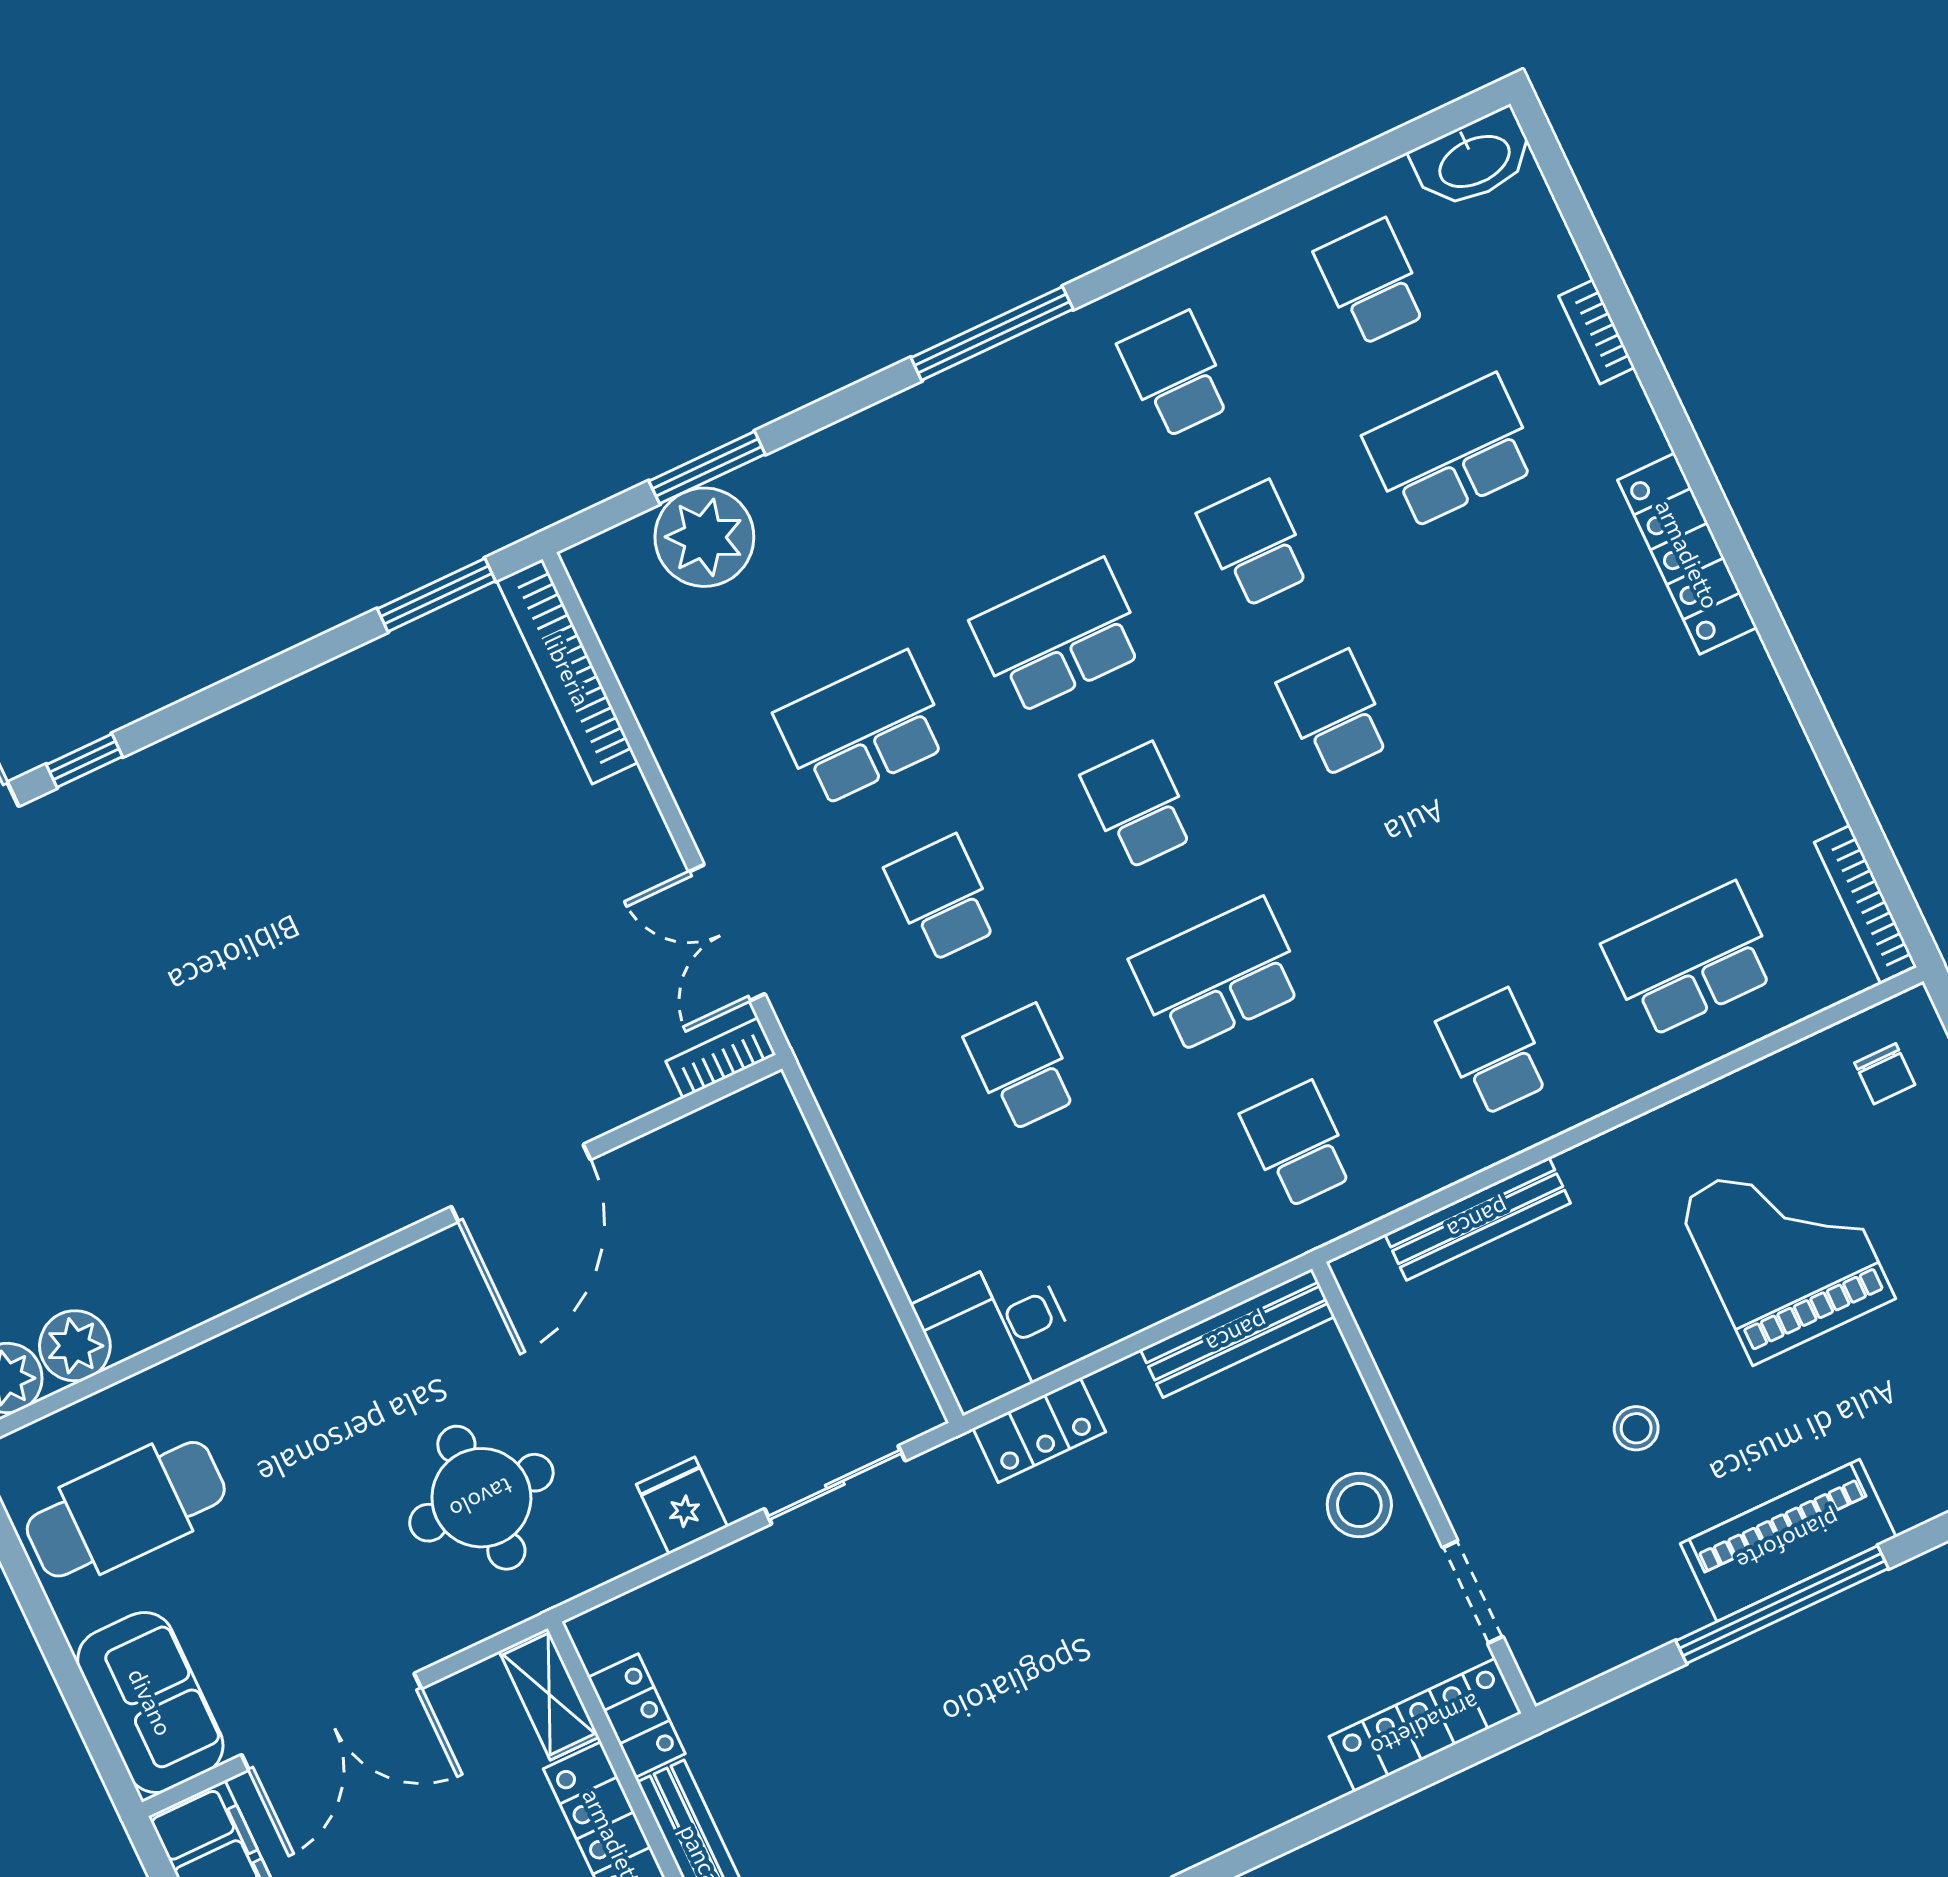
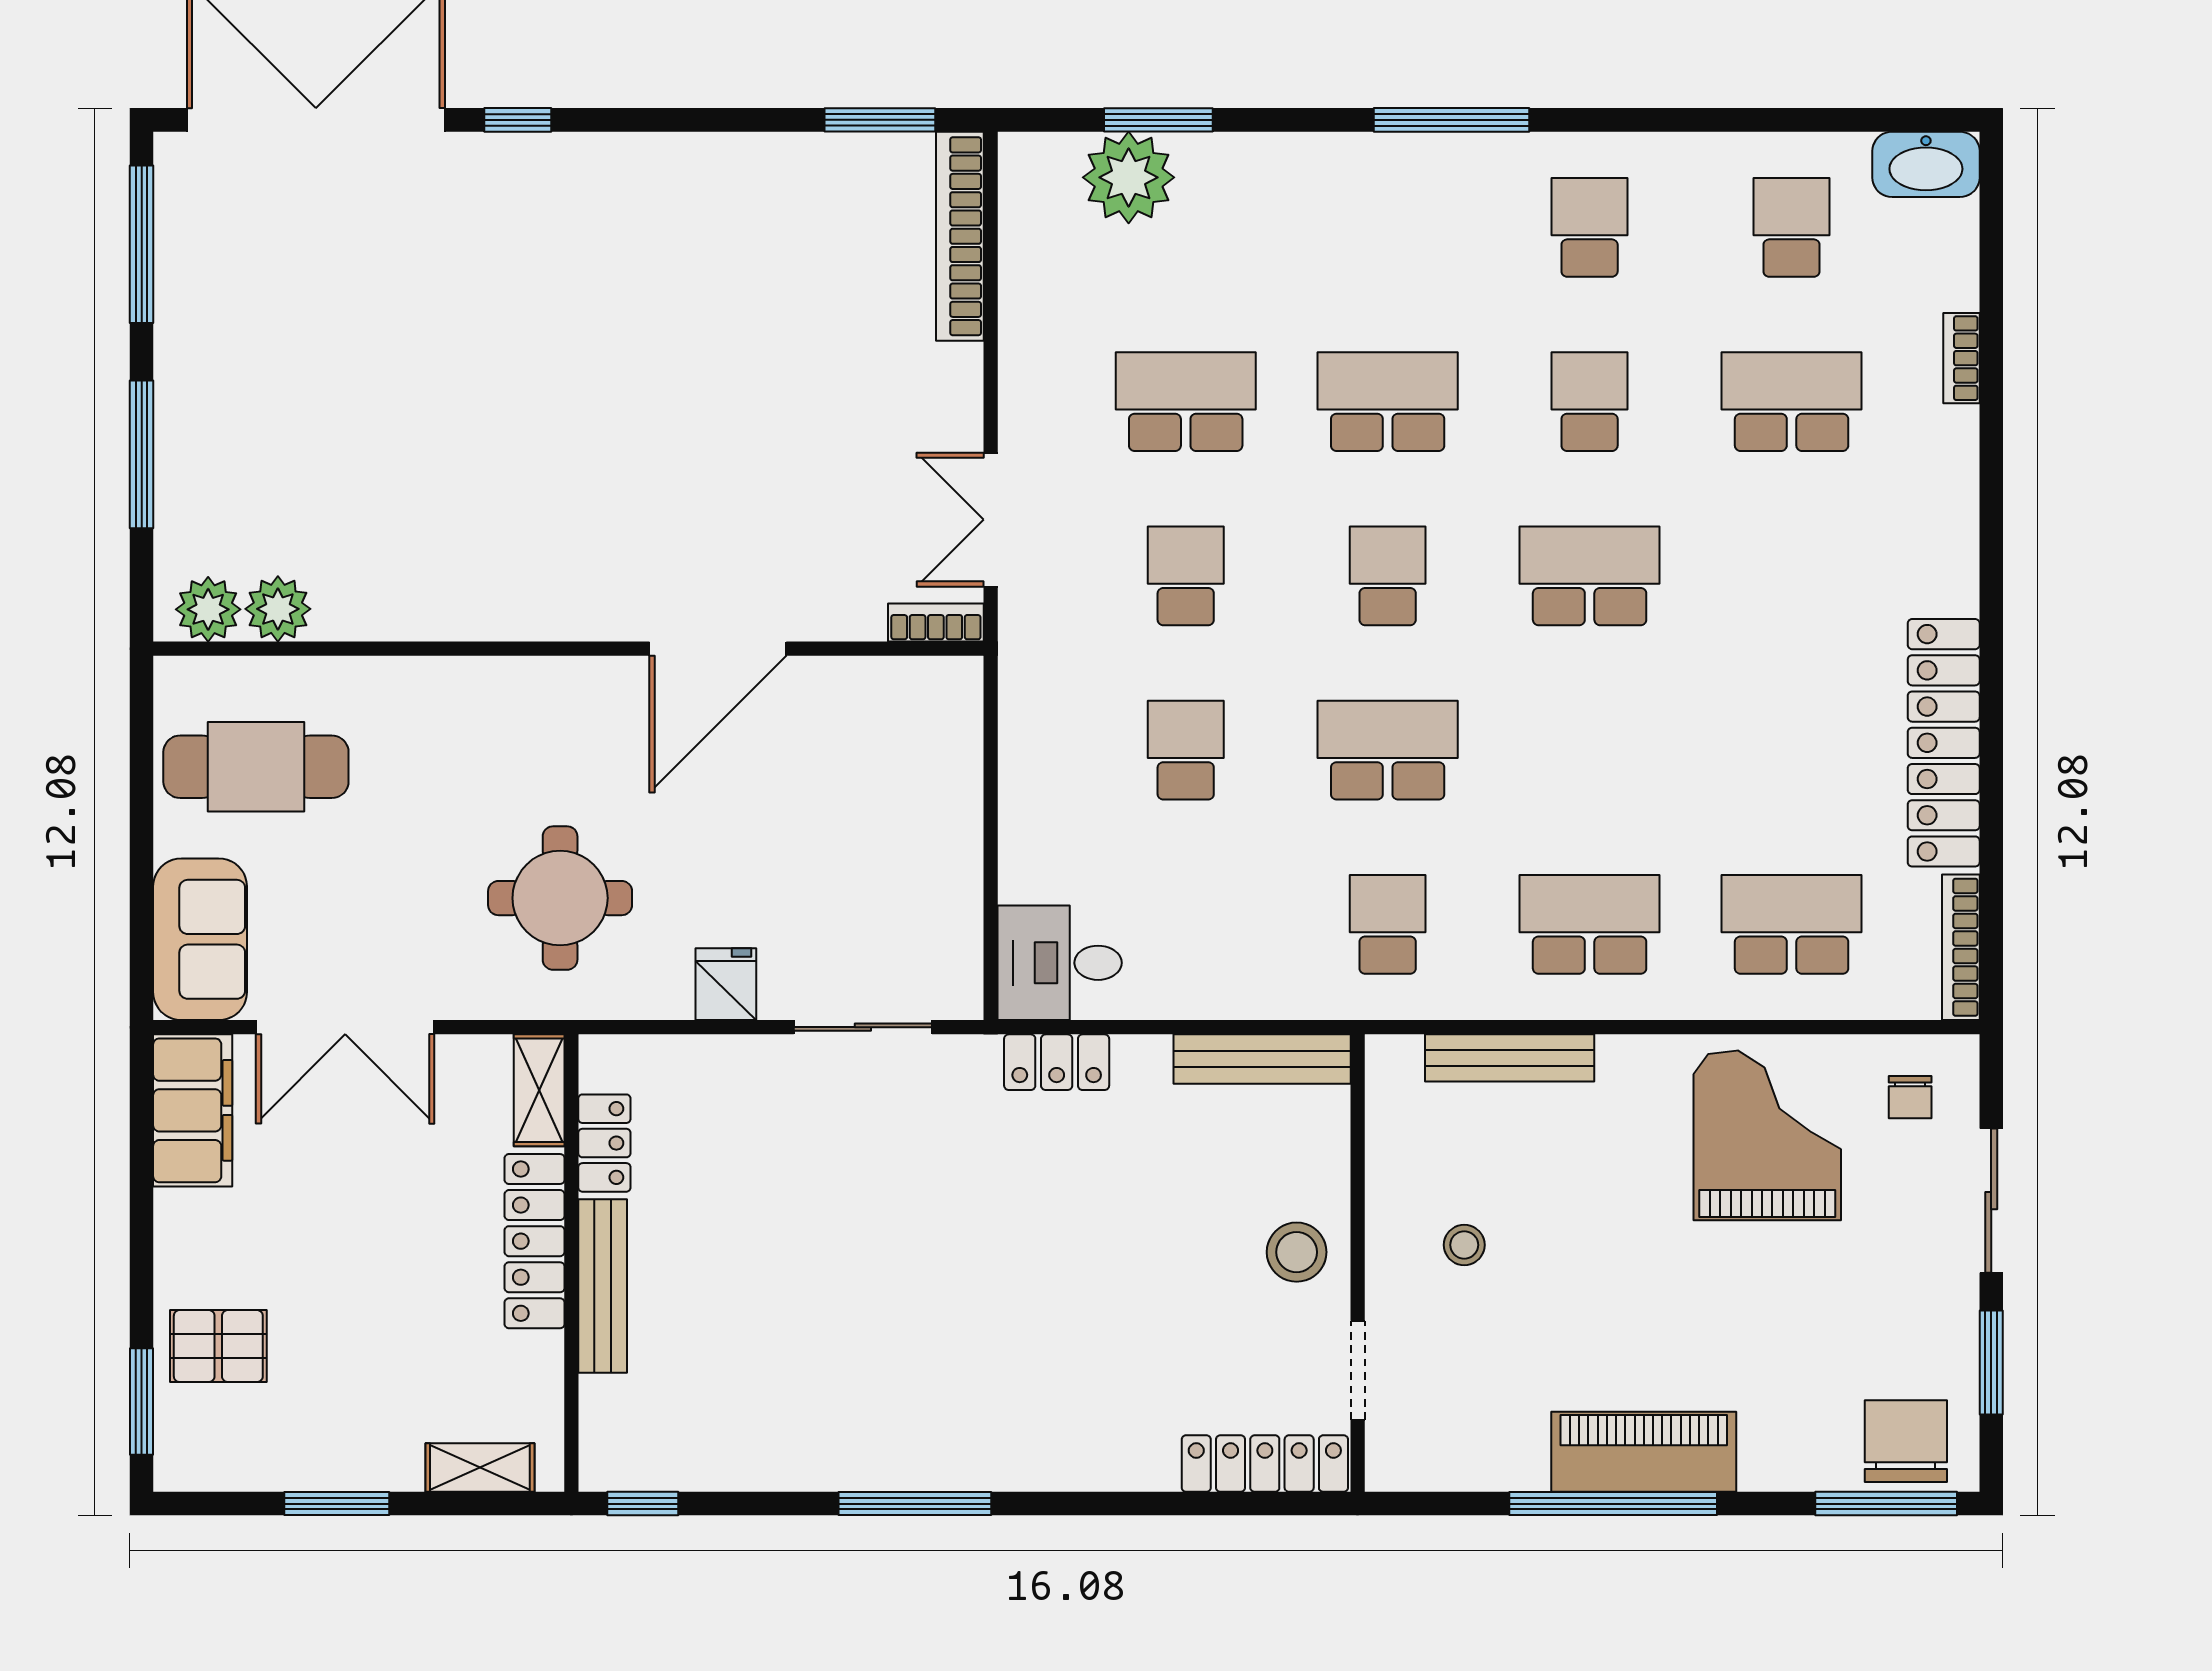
locker: (1687, 554) -> (1944, 743), moved, width x1.41, depth x1.21
school desk: (1335, 714) -> (1590, 576), width x1.85
school desk: (1494, 1052) -> (1590, 924), width x1.85
grand piano: (1785, 1250) -> (1767, 1135), moved
stool: (1636, 1428) -> (1464, 1245), moved

